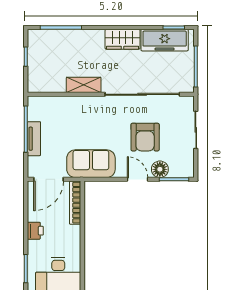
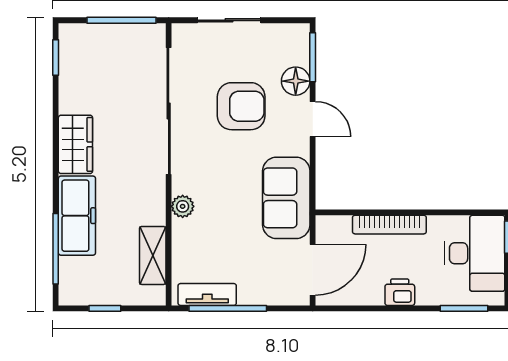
freezer: (165, 40) -> (77, 216), moved
shelving: (84, 85) -> (153, 255), moved
plant: (86, 103) -> (183, 206), added
tv unit: (34, 139) -> (207, 294), moved
door: (49, 179) -> (313, 270), hinge flipped
door: (137, 179) -> (313, 119), swing flipped
bookcase: (75, 203) -> (389, 225), moved

